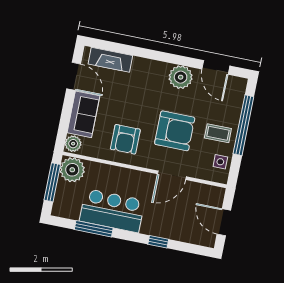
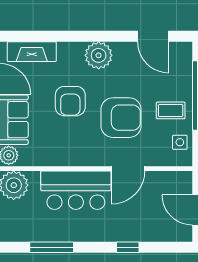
plant: (181, 77) -> (99, 55), moved
armchair: (125, 139) -> (70, 101), moved
bar counter: (112, 211) -> (76, 190), moved, turned 180

